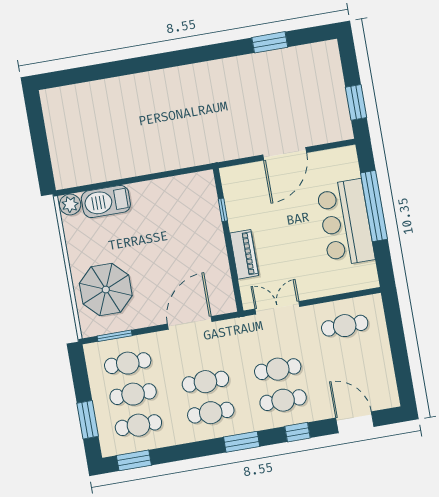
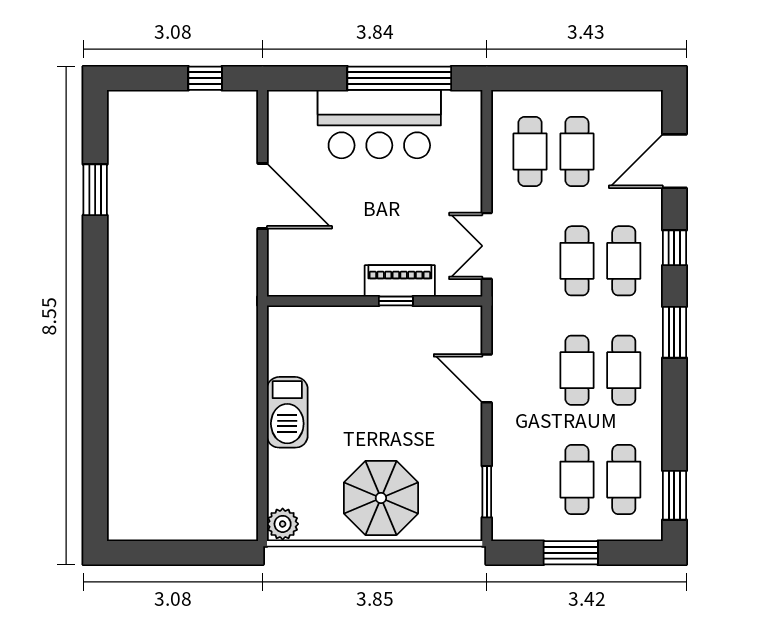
window: (356, 102) -> (205, 78), width x0.67
barbecue: (106, 202) -> (287, 412), moved
window: (374, 206) -> (399, 78), moved
window: (223, 210) -> (396, 301), moved
parasol: (106, 290) -> (381, 498), moved
door: (190, 323) -> (487, 378), width x0.73
cafe table: (128, 363) -> (577, 152), moved
window: (88, 420) -> (571, 553), moved

